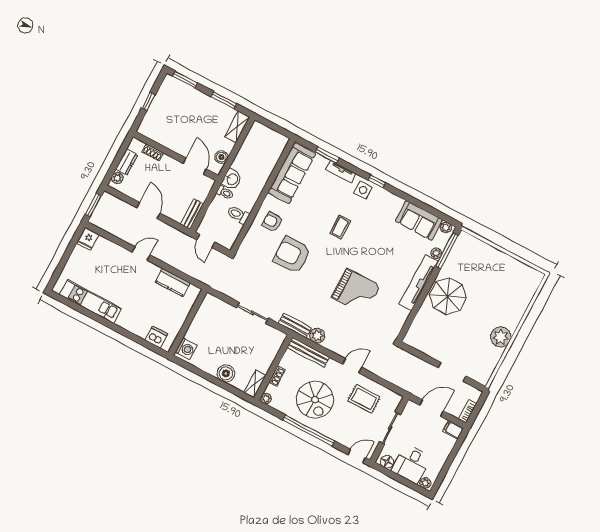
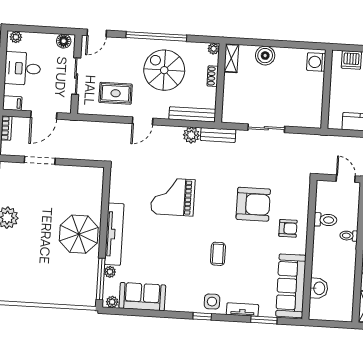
washbasin: (232, 179) -> (319, 288), moved, turned 180
desk: (411, 464) -> (23, 68), moved, turned -90

